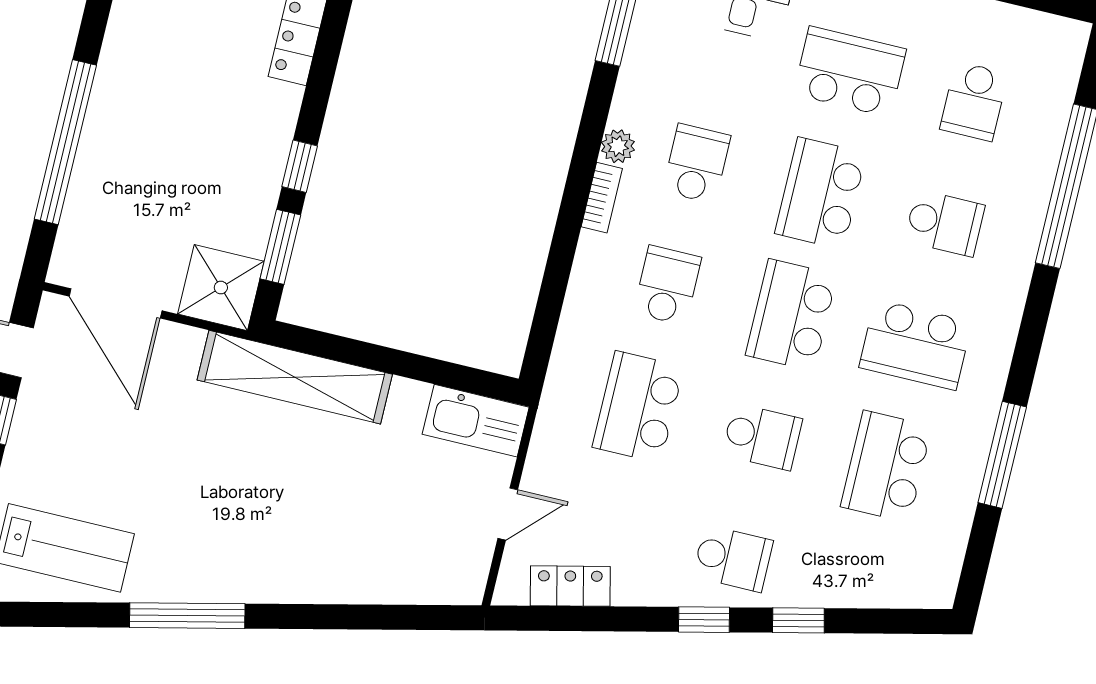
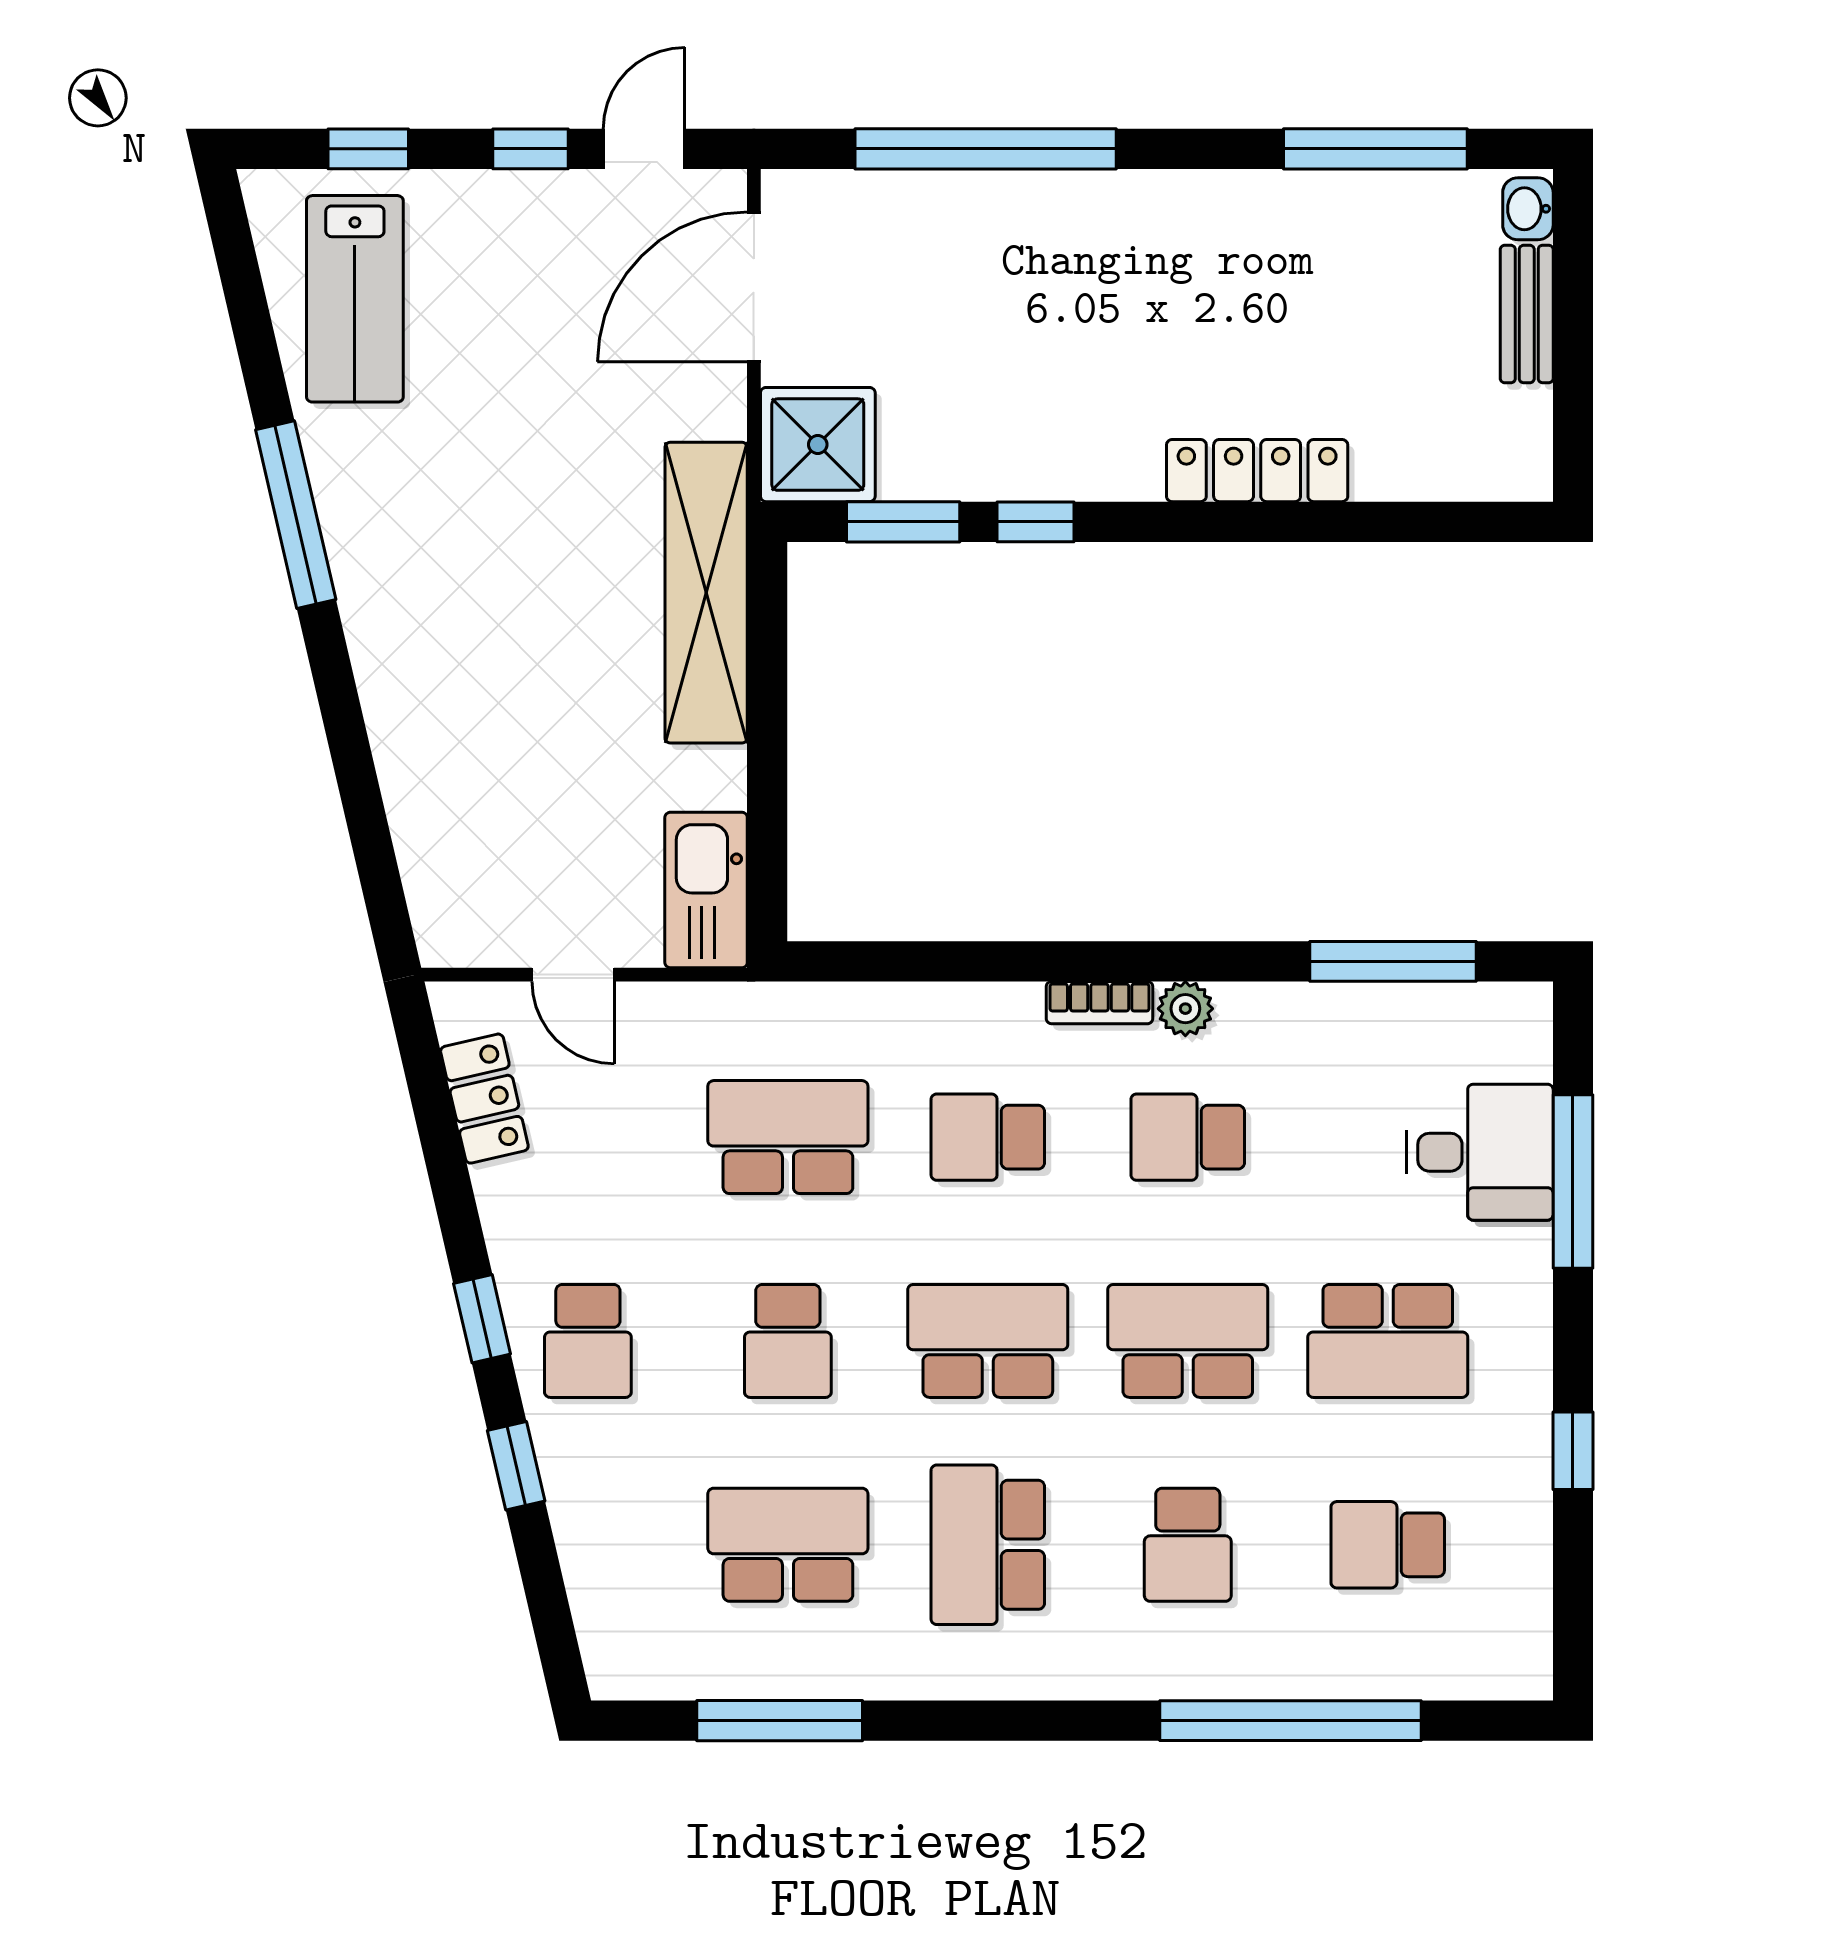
school desk: (850, 72) -> (1388, 1341), turned 90
school desk: (697, 163) -> (1188, 1137), turned 180
school desk: (667, 285) -> (988, 1137), turned 180
window: (1002, 455) -> (780, 1721), moved

